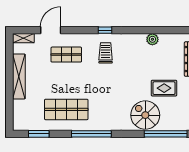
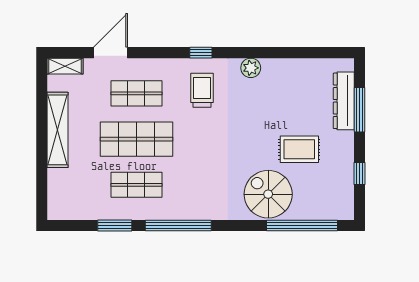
plant: (152, 39) -> (251, 68), moved
shop shelf: (66, 82) -> (136, 139), added
shop shelf: (66, 109) -> (136, 185), width x0.70, depth x0.74
window: (39, 134) -> (115, 226), moved

